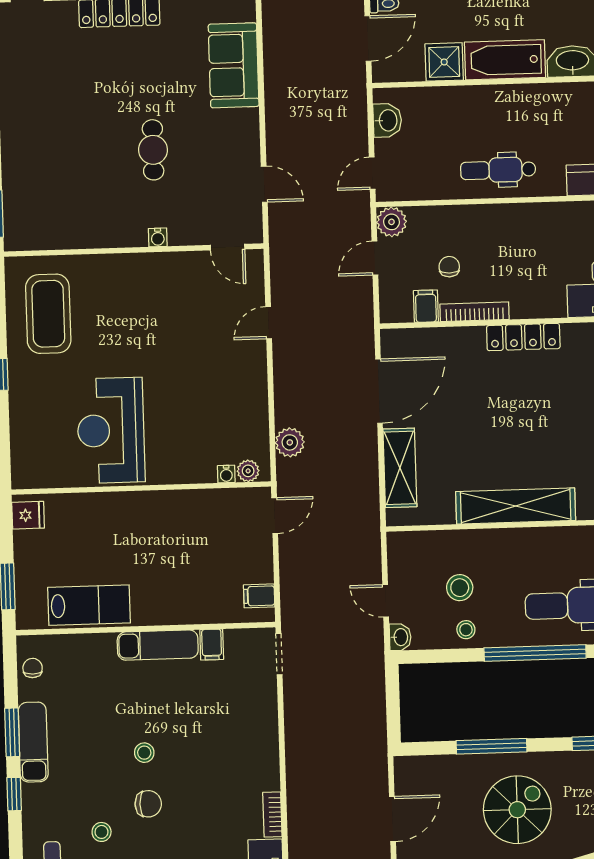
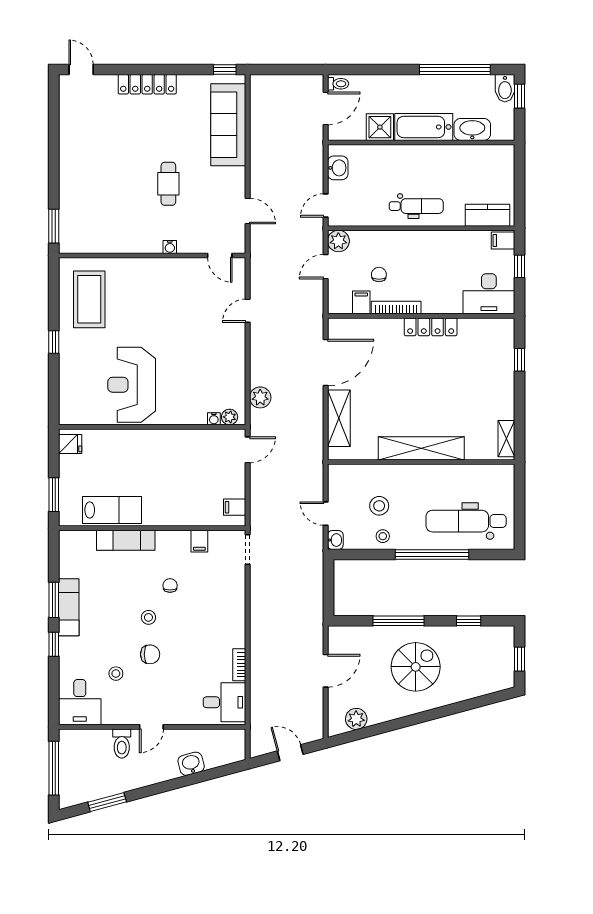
sofa: (234, 65) -> (228, 125), width x1.36
dental chair: (498, 170) -> (416, 206), turned 180
exam couch: (158, 645) -> (126, 540), moved
chair: (33, 668) -> (170, 586), moved

